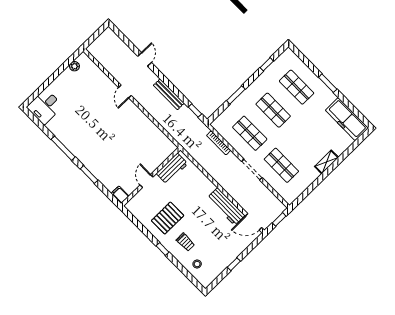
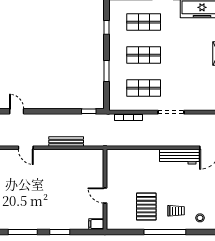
bench: (169, 94) -> (66, 142), moved
shop shelf: (281, 165) -> (189, 88), removed
workbench: (172, 169) -> (114, 169), removed
window: (163, 249) -> (165, 232), width x3.17

